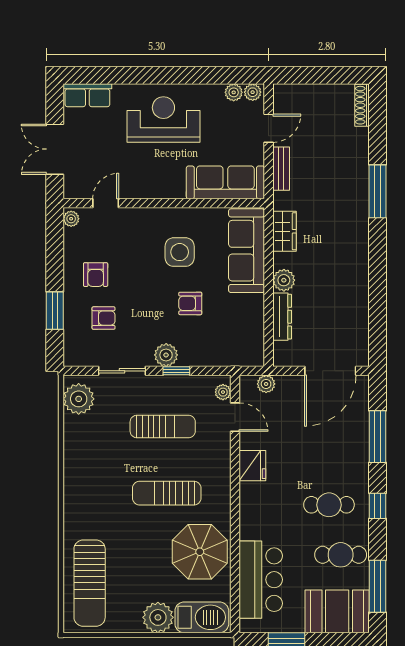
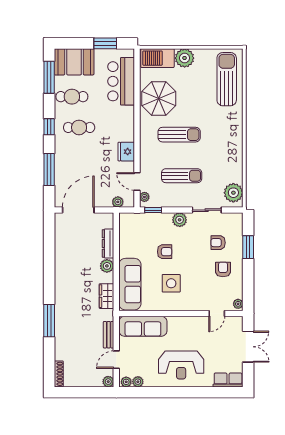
plant: (282, 93) -> (108, 382), added
window: (176, 371) -> (153, 210), moved
sun lounger: (163, 426) -> (182, 176), turned 180

